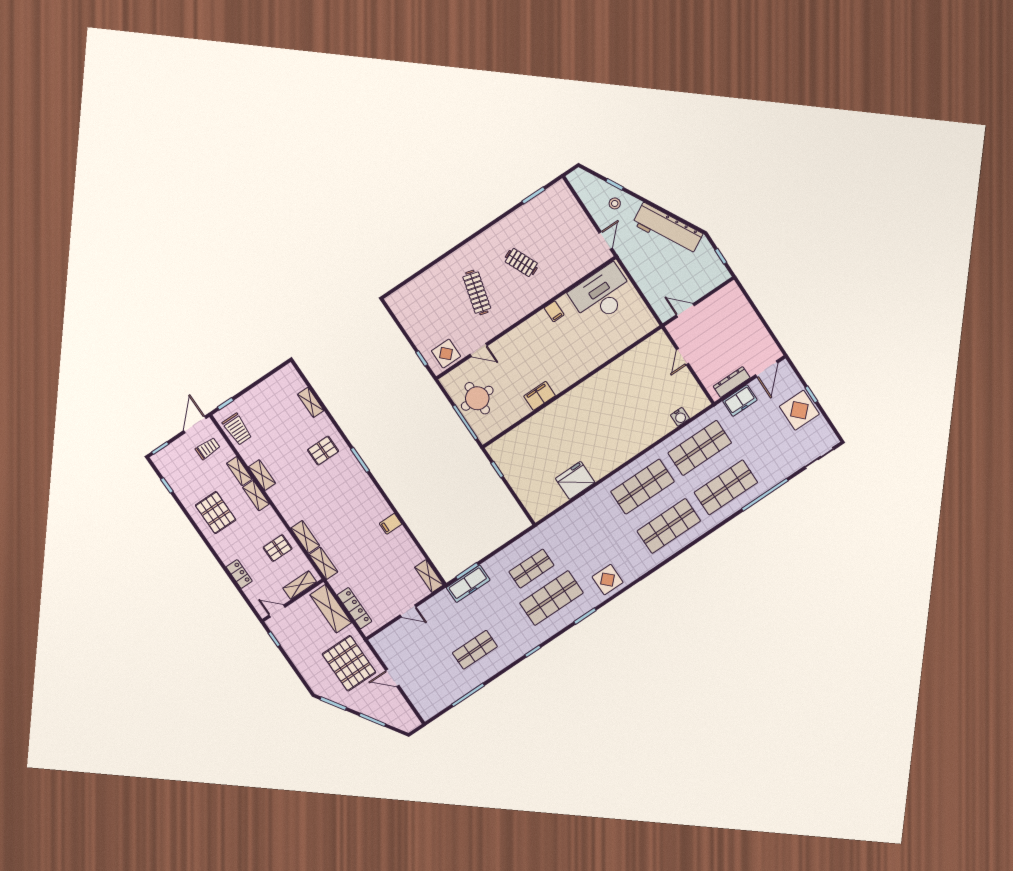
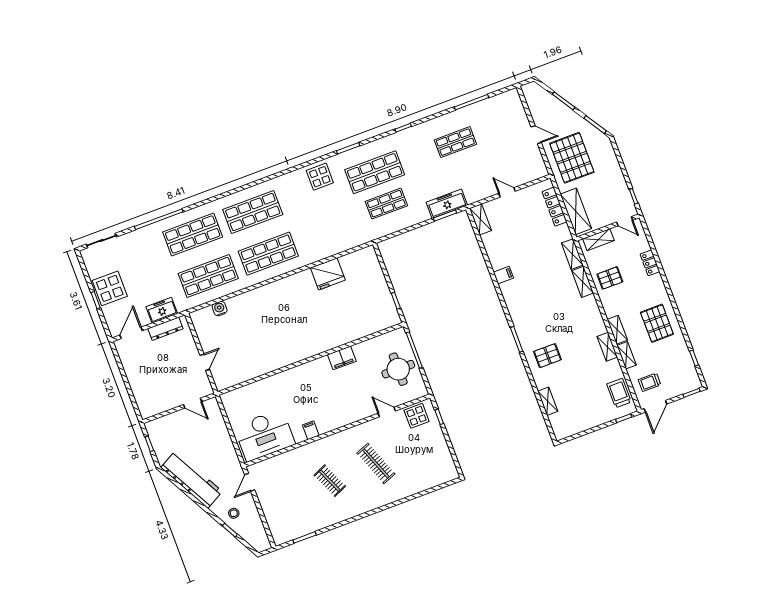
clothes rail: (477, 293) -> (376, 463), turned -36

